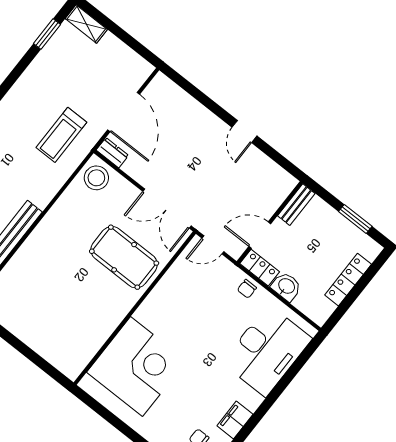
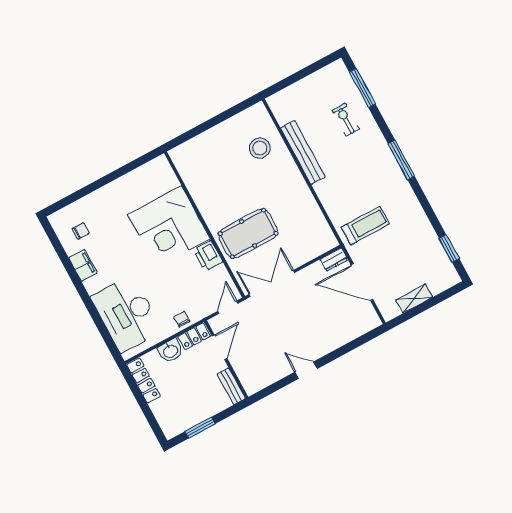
shelving: (86, 24) -> (414, 299), moved
treadmill: (61, 135) -> (365, 226), turned 90
stool: (96, 178) -> (260, 148), moved
locker: (348, 280) -> (144, 381), moved
printer: (167, 290) -> (208, 256), added
corner desk: (137, 367) -> (169, 226), moved

